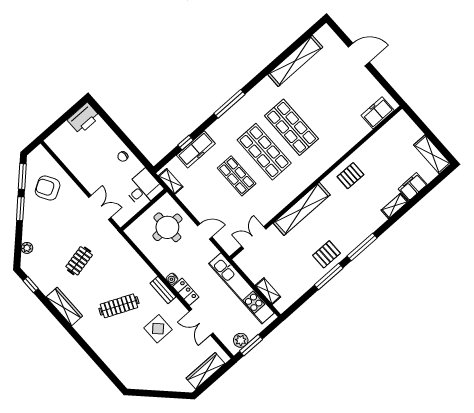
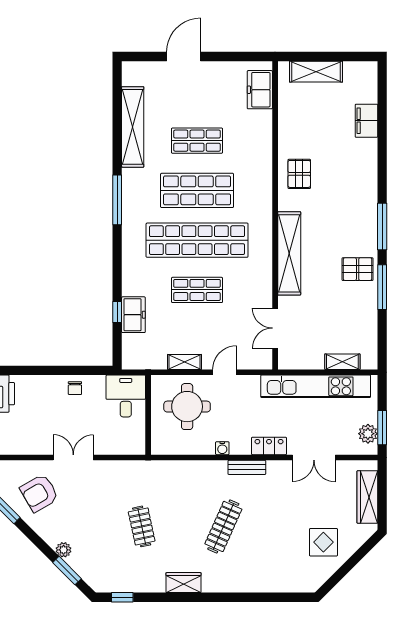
shop shelf: (319, 103) -> (197, 141), added
window: (229, 104) -> (117, 200), moved
freezer: (196, 149) -> (133, 315), width x0.71
shop shelf: (264, 152) -> (197, 240), width x1.40
shelving: (432, 154) -> (316, 72), moved
shelving: (171, 181) -> (184, 362), moved
shelving: (395, 206) -> (370, 156), removed
double door: (100, 207) -> (73, 458), moved
window: (20, 209) -> (67, 571), moved
plant: (27, 248) -> (64, 550), moved
pallet: (326, 254) -> (358, 269), turned 90
water cooler: (172, 279) -> (222, 448), moved
wardrobe: (64, 306) -> (184, 583), width x0.67
display table: (158, 329) -> (323, 542), moved

